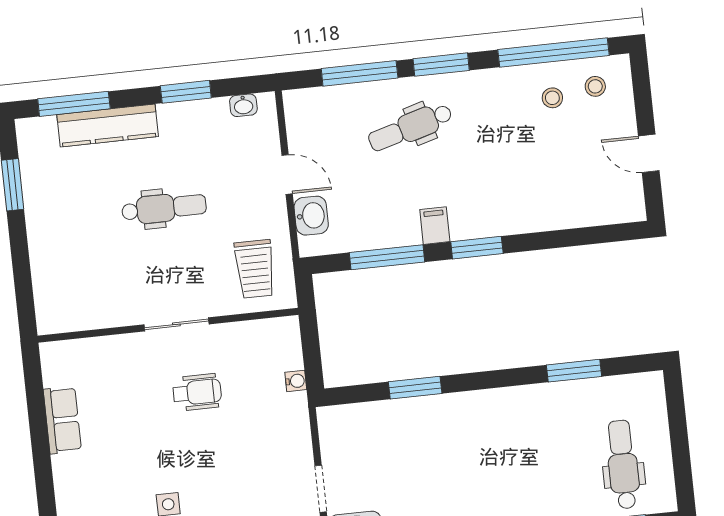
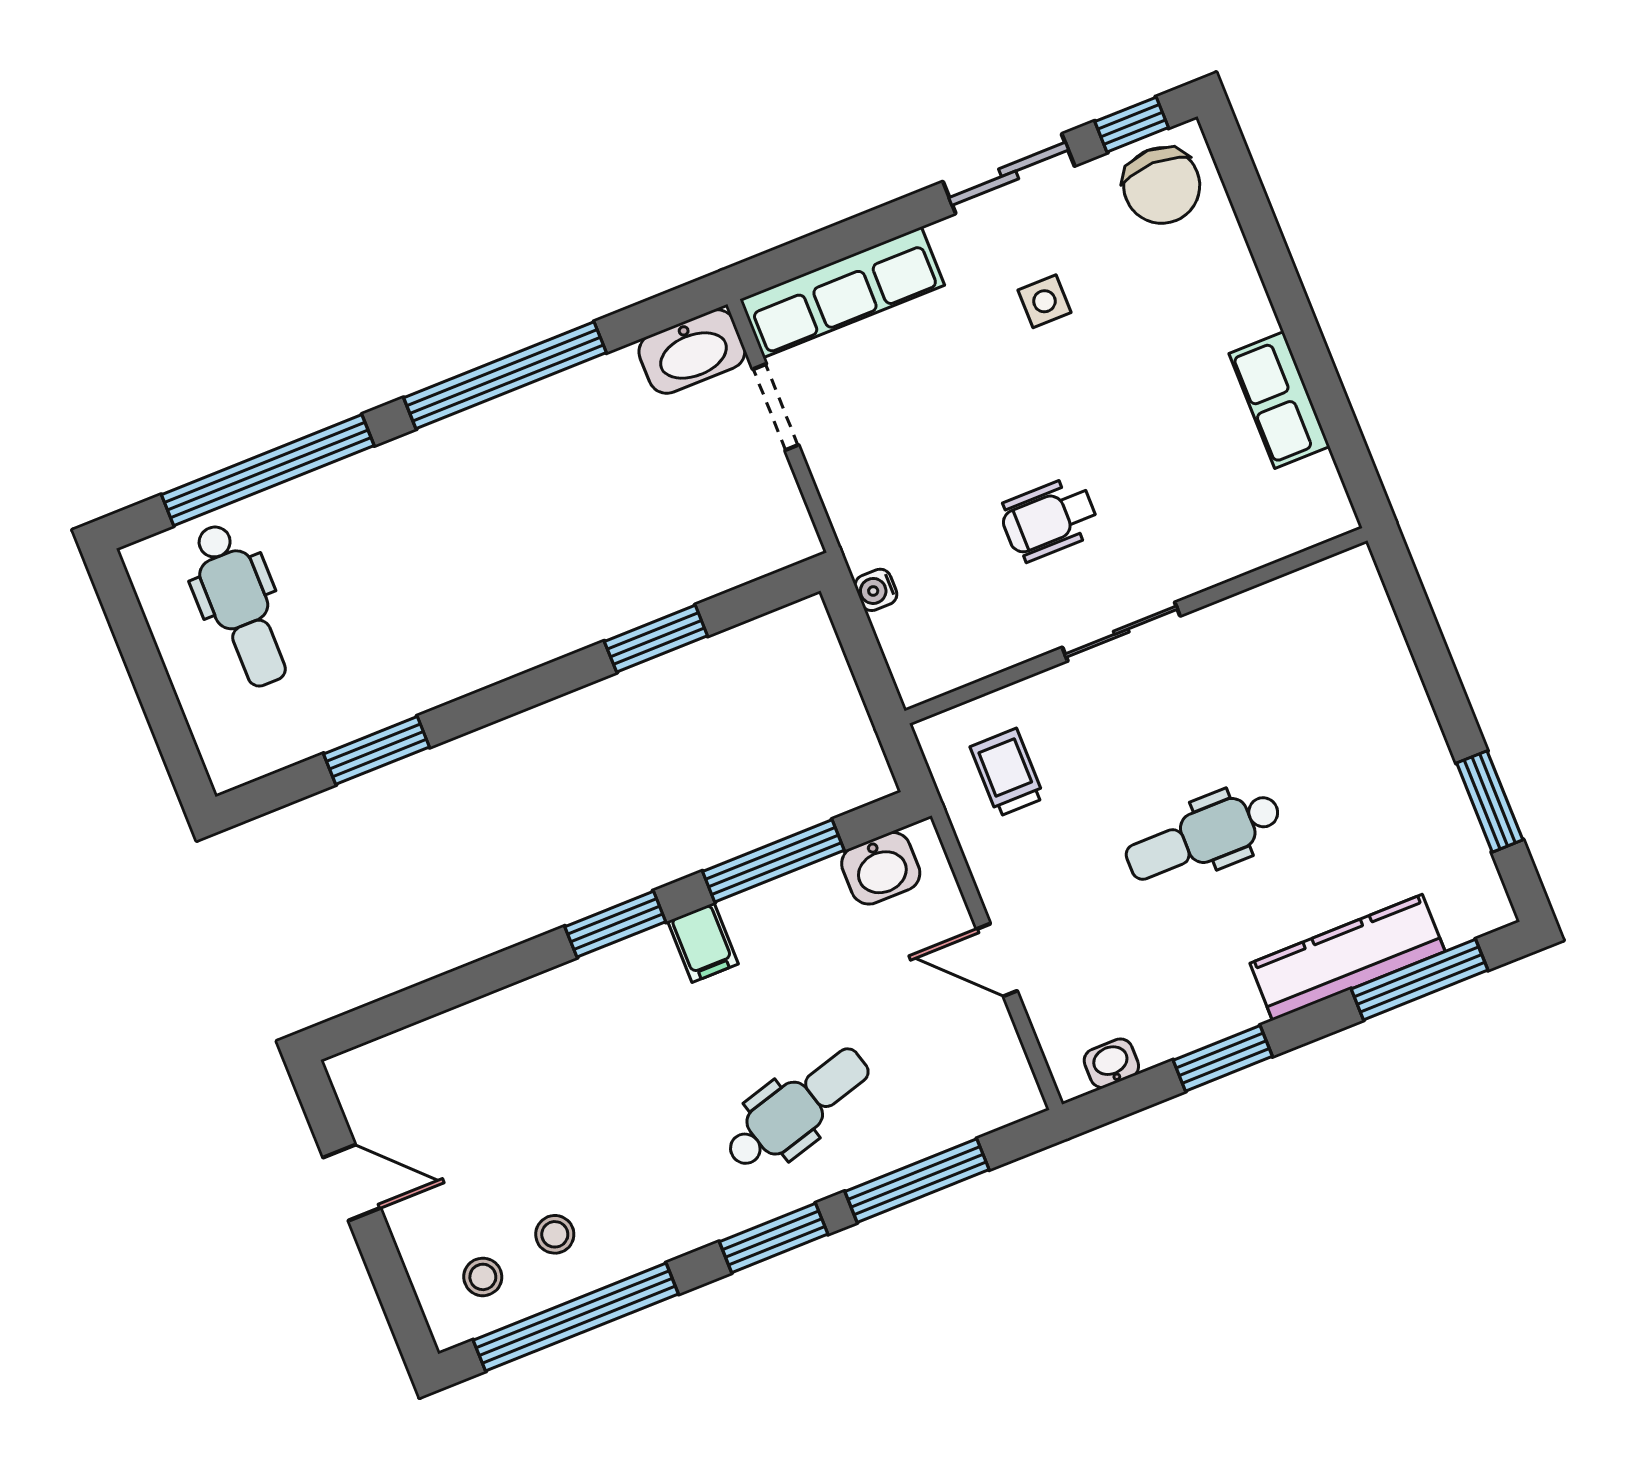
washbasin: (311, 216) -> (881, 868), moved, turned -90
trolley: (255, 269) -> (1007, 772), width x0.73, depth x0.72

